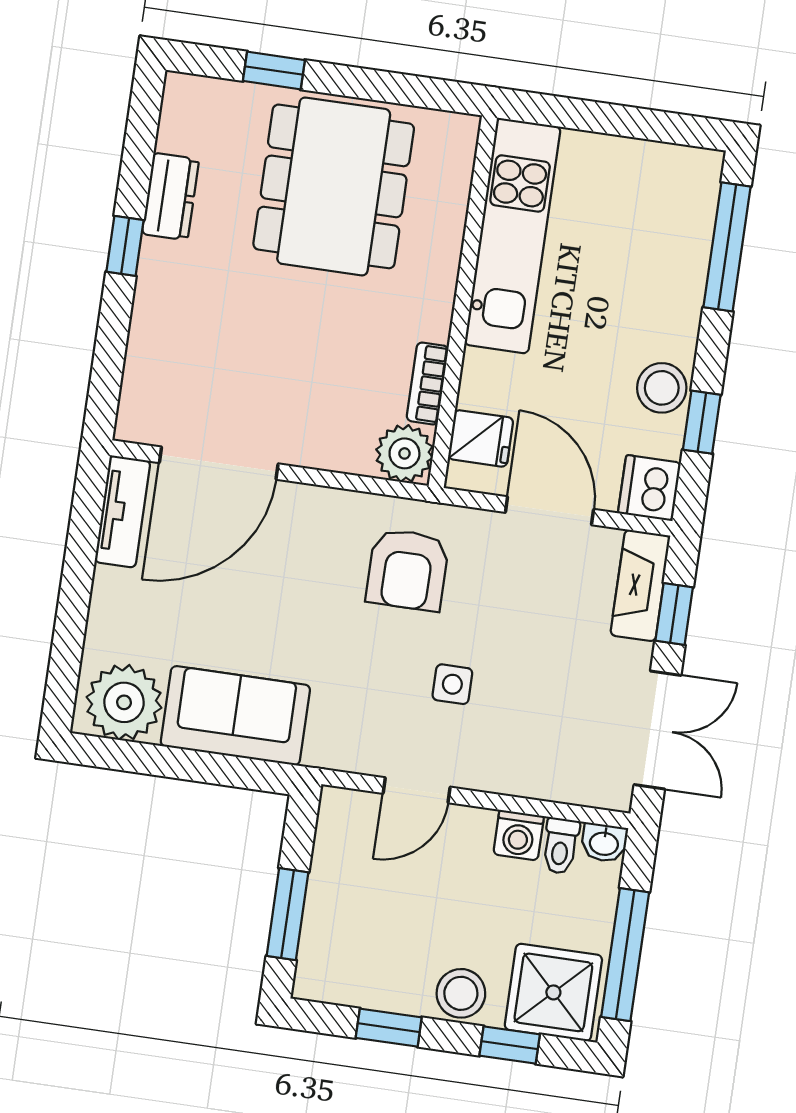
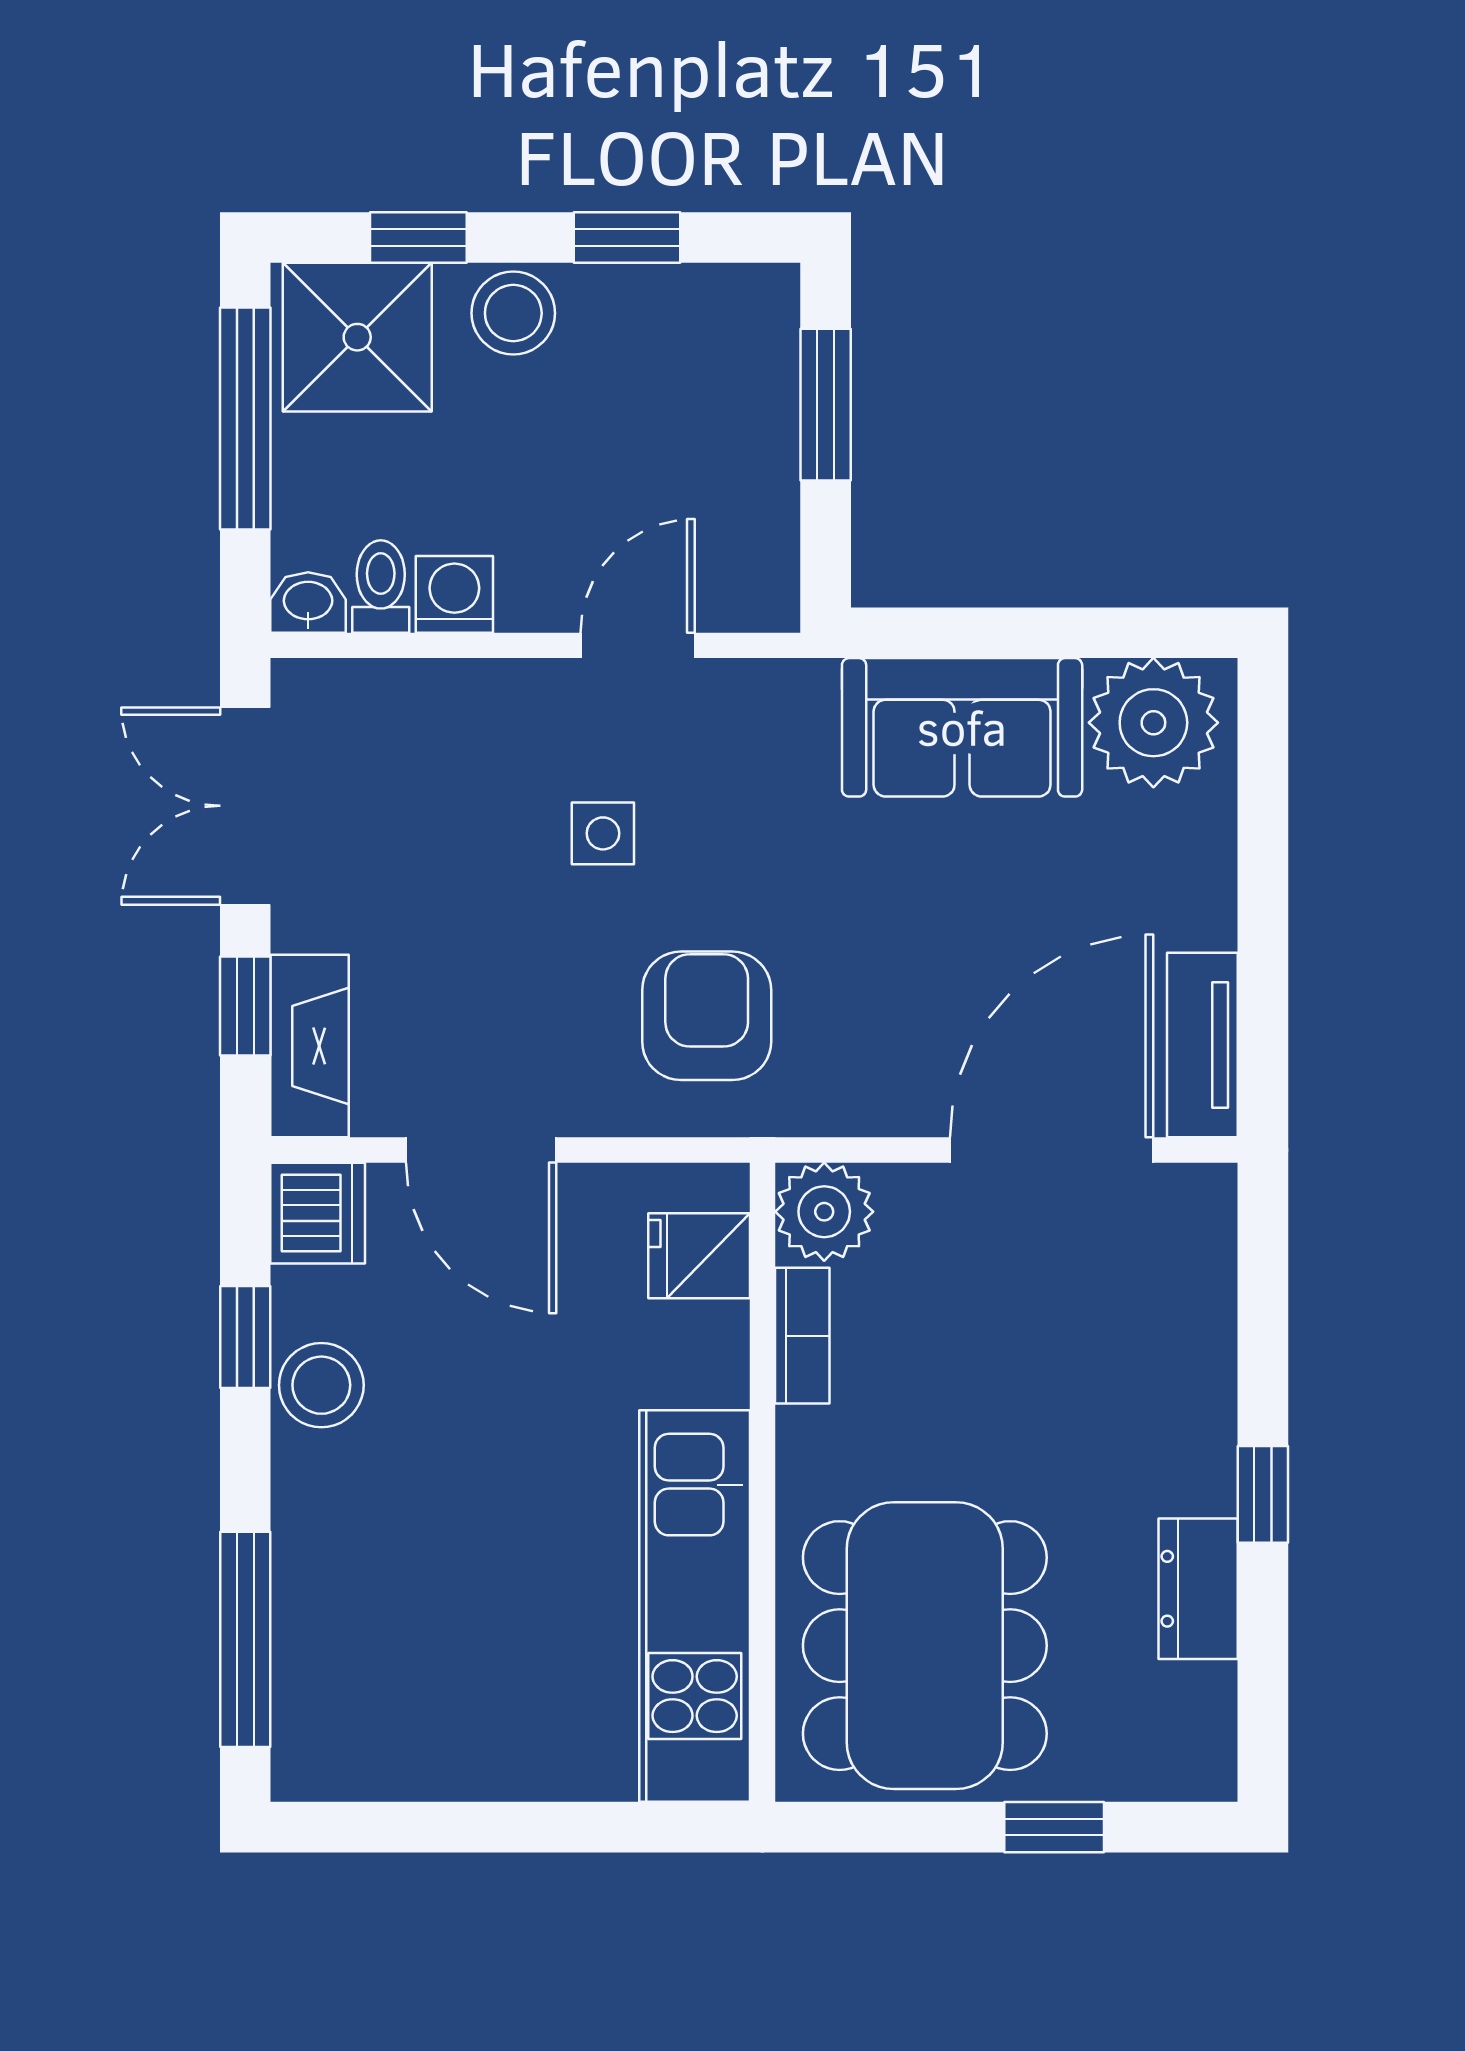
kitchen unit: (513, 236) -> (695, 1606), moved
wall: (463, 302) -> (762, 1482), moved
bookcase: (428, 383) -> (802, 1336), moved
fridge: (481, 438) -> (699, 1256), moved
plant: (404, 453) -> (824, 1212), moved

